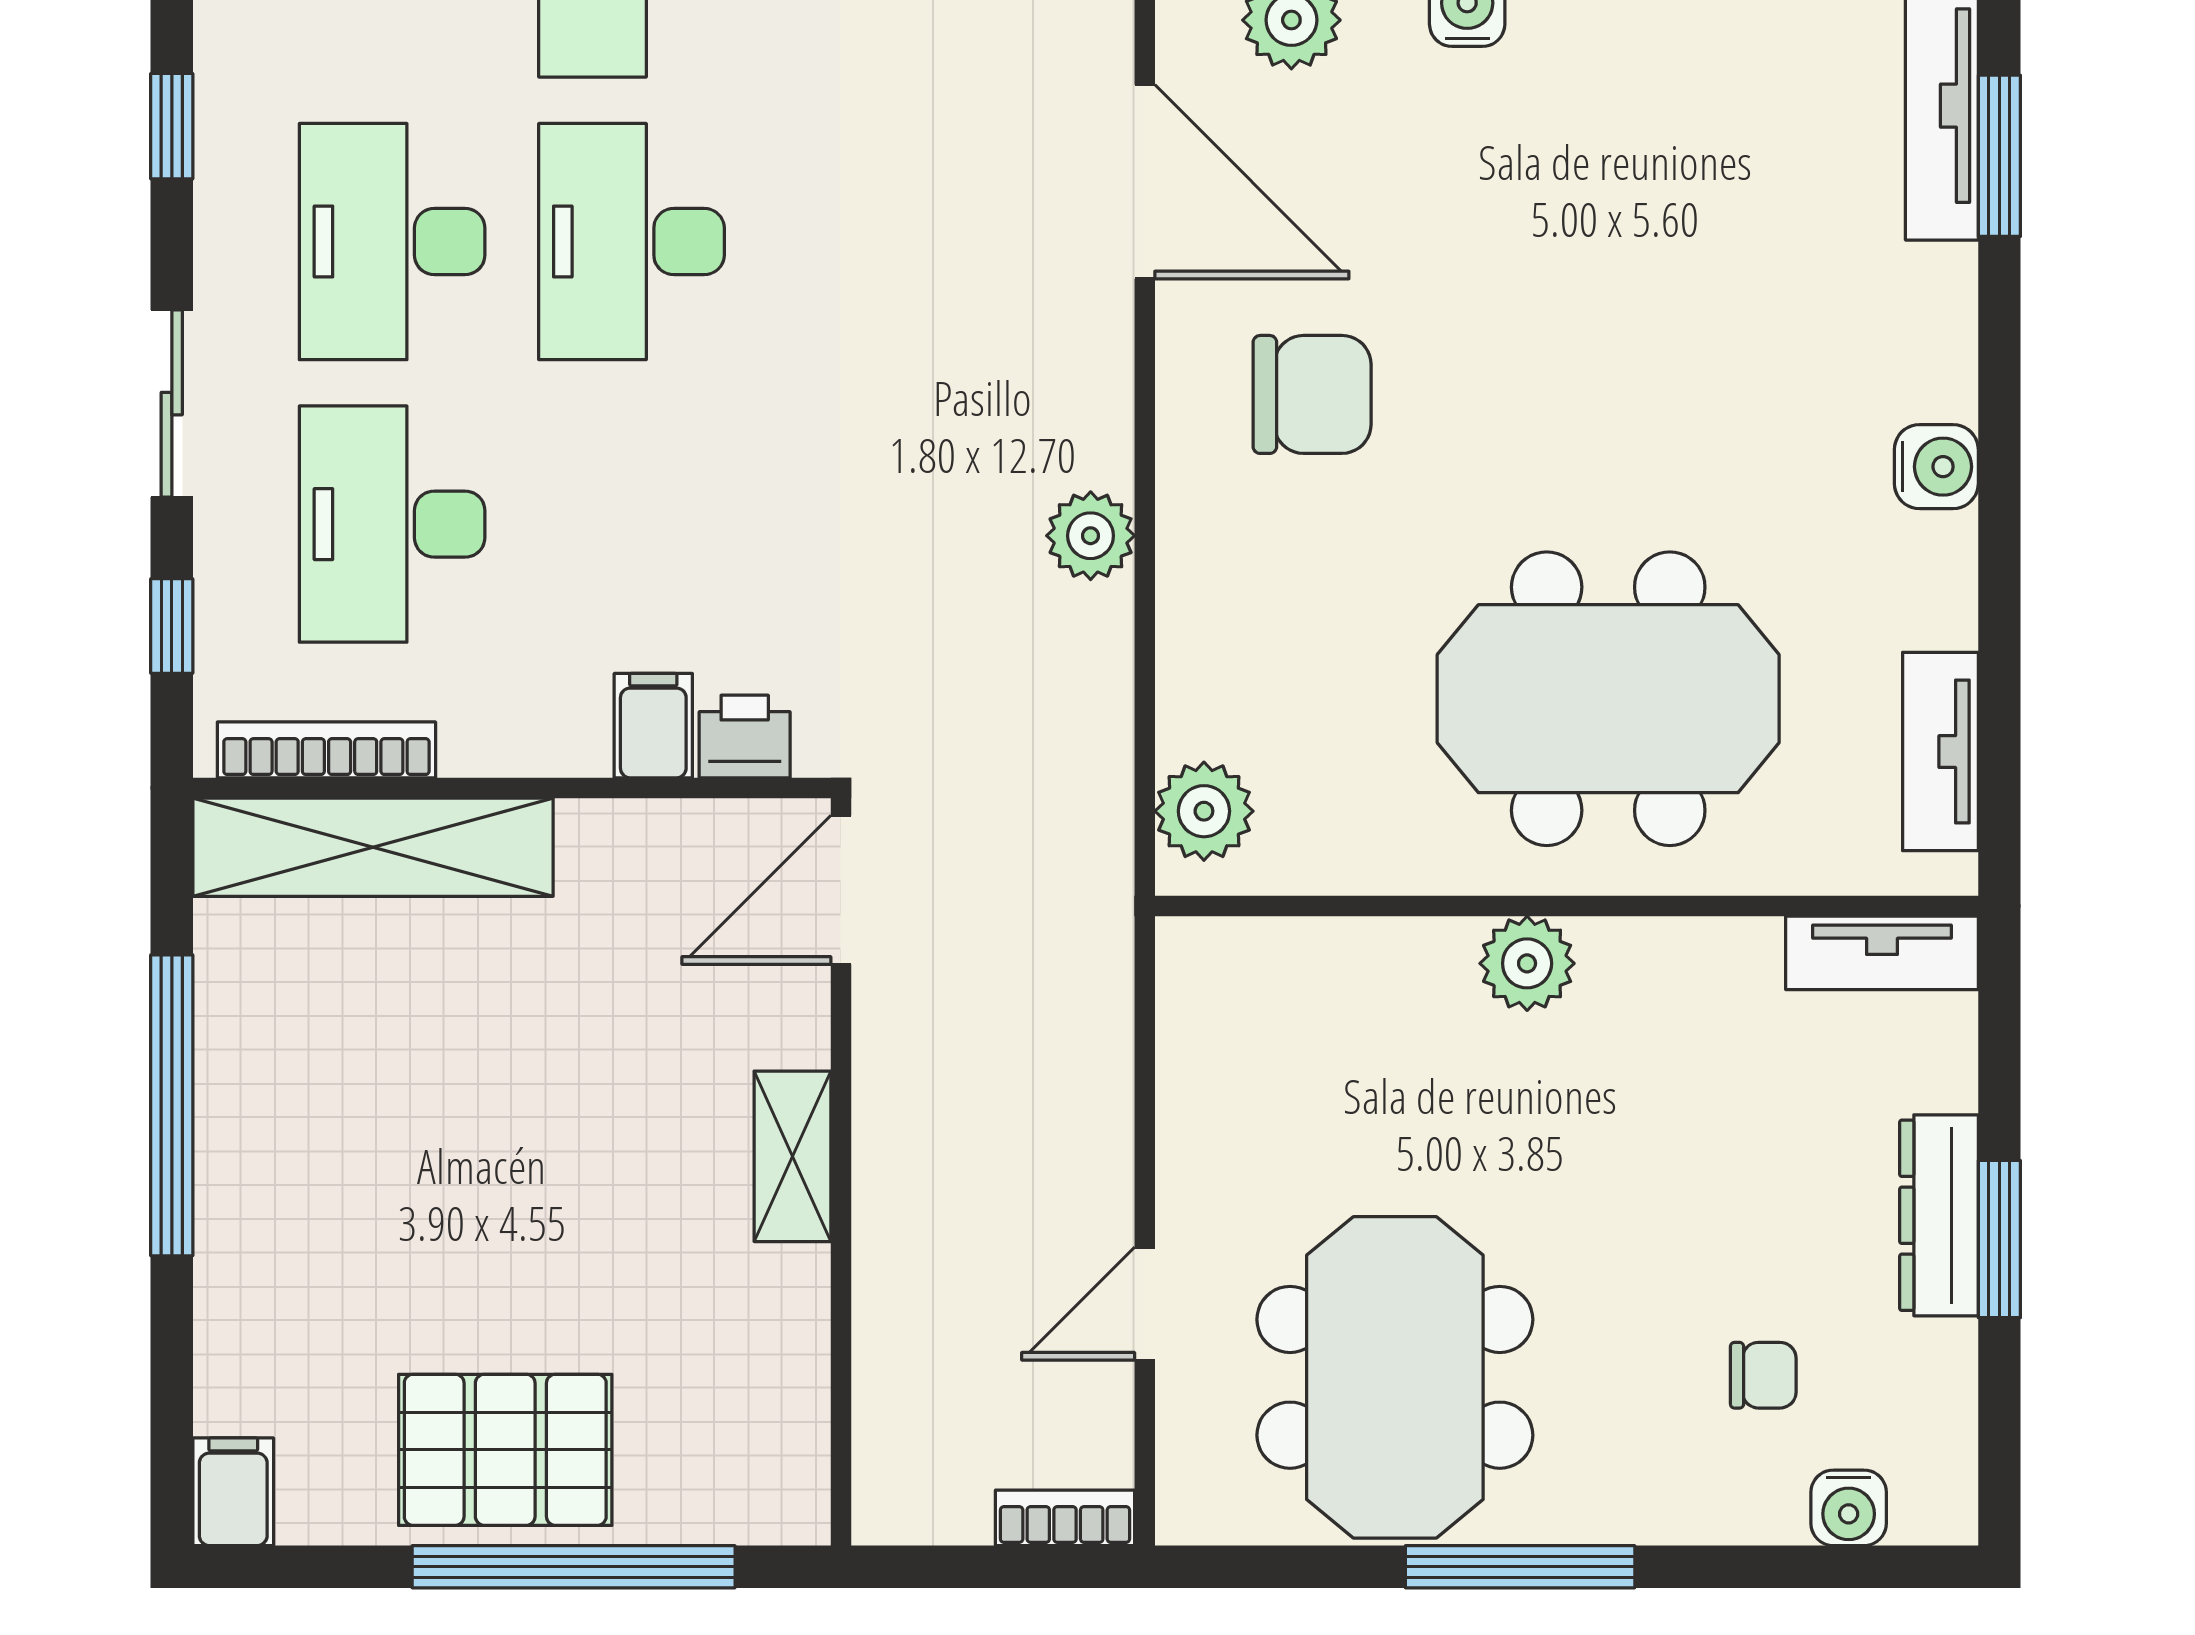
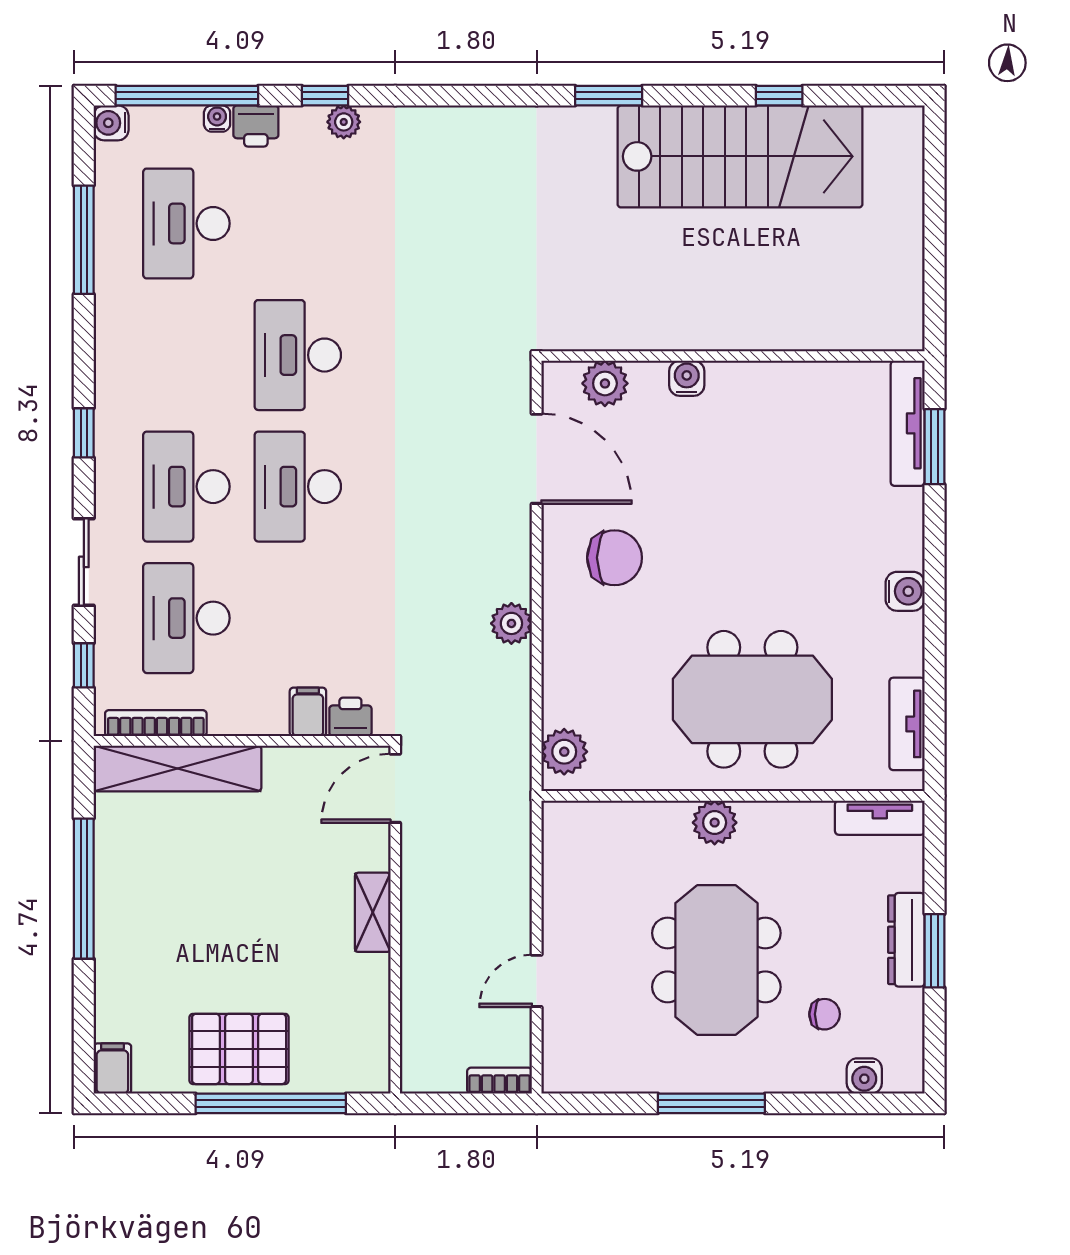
meeting table: (1395, 1377) -> (716, 960), moved

